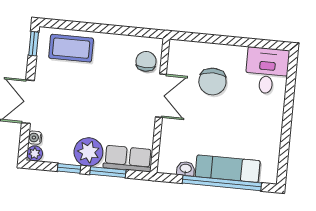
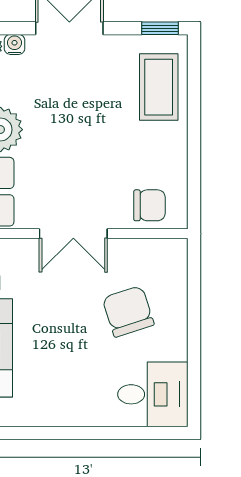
chair: (212, 81) -> (128, 311), turned 72
double door: (161, 96) -> (73, 234), moved

